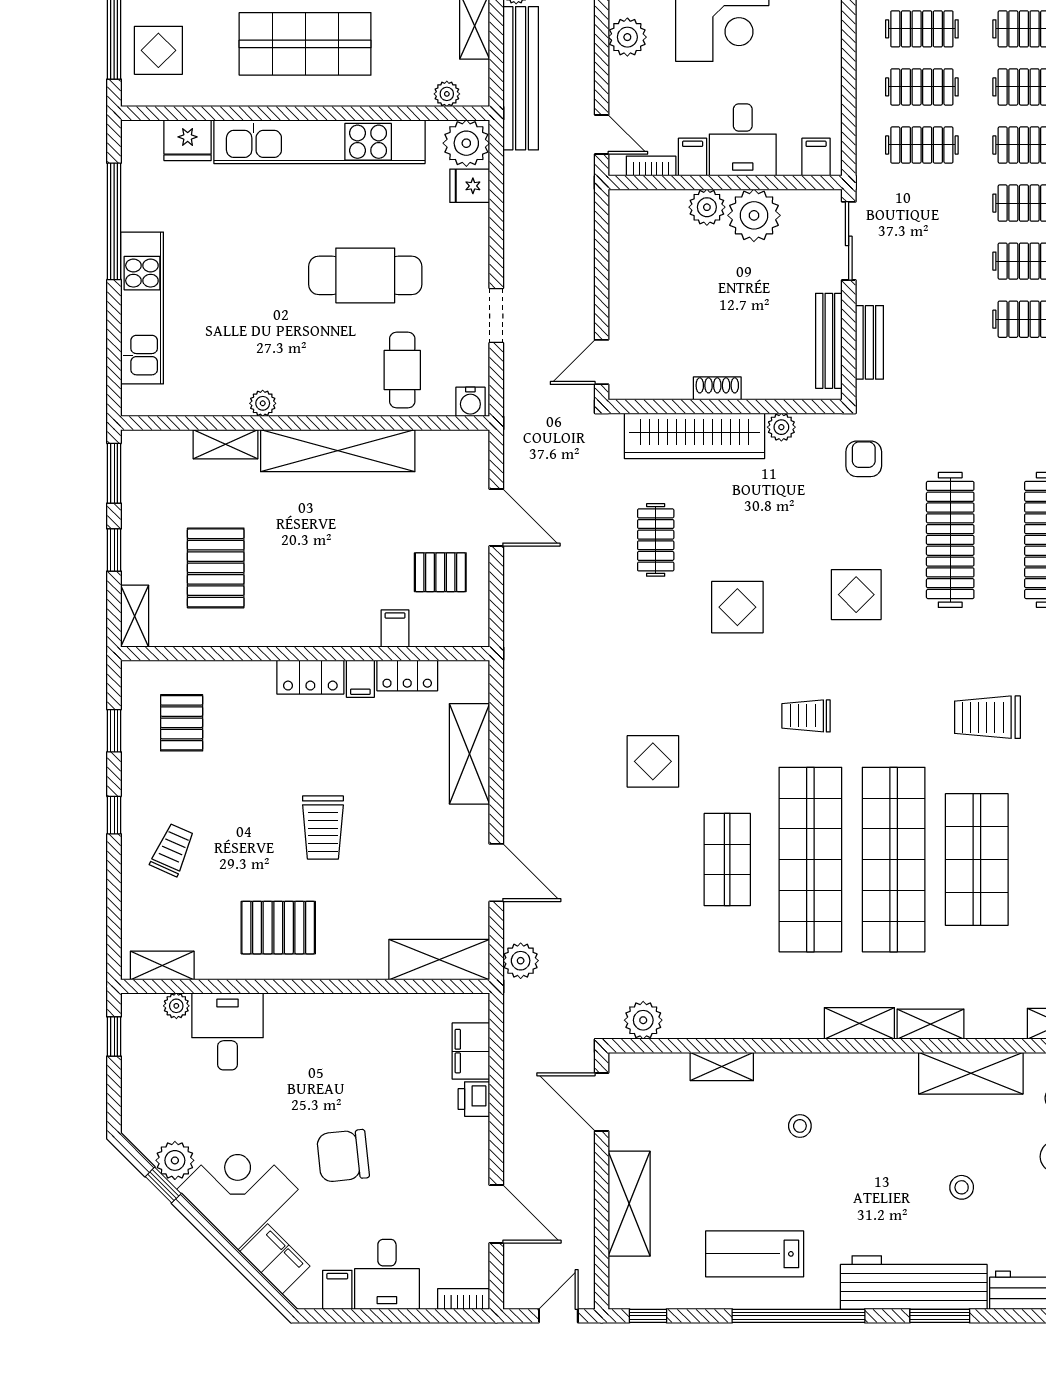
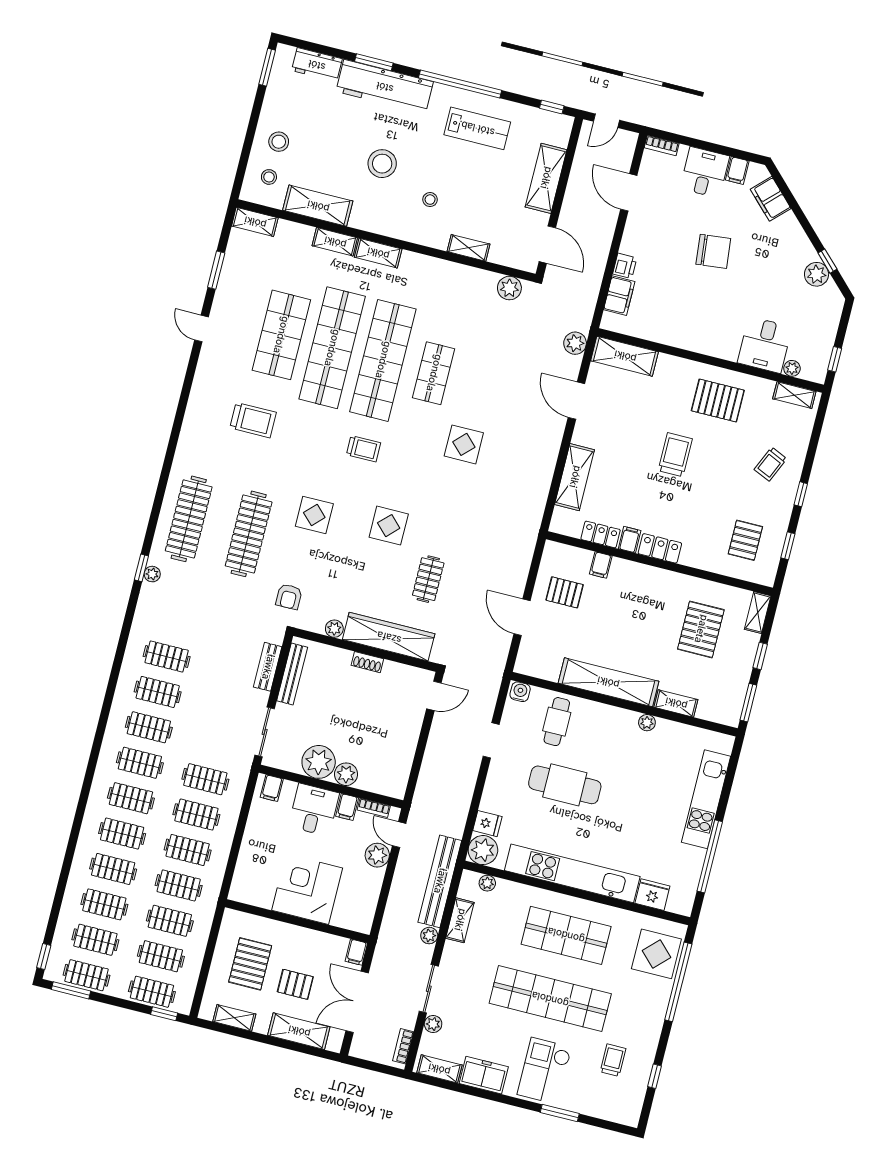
plant: (627, 37) -> (377, 855), moved
display table: (158, 50) -> (656, 954), width x1.36, depth x1.36
stool: (962, 1187) -> (382, 164), moved, width x1.89, depth x1.89
corner desk: (238, 1189) -> (783, 247), removed

